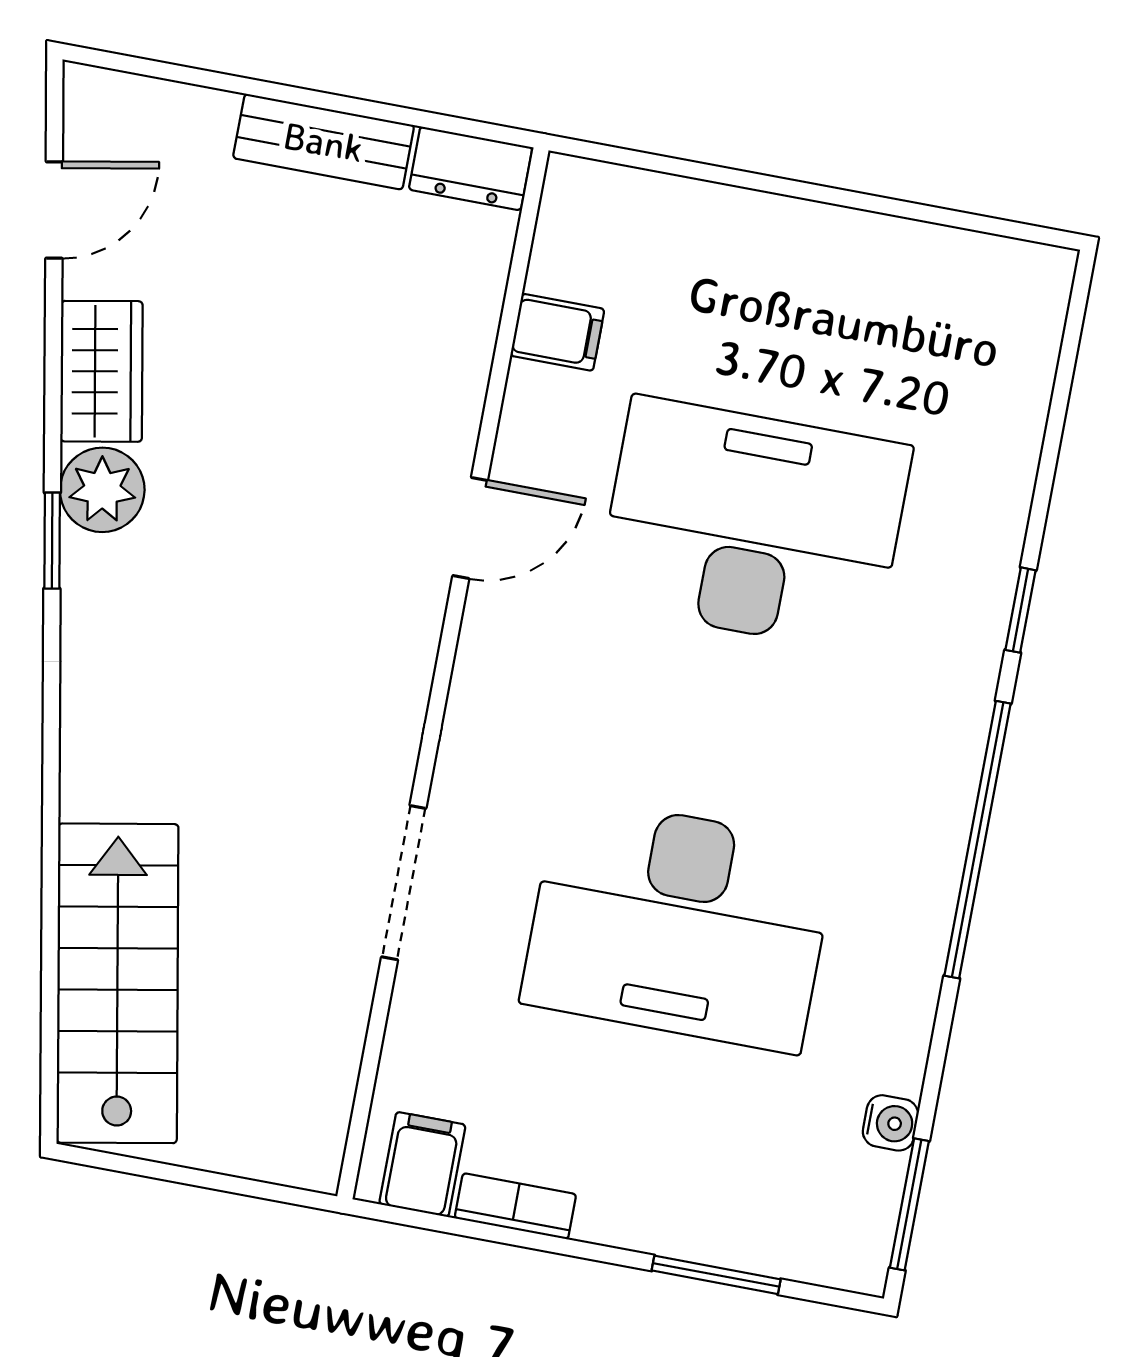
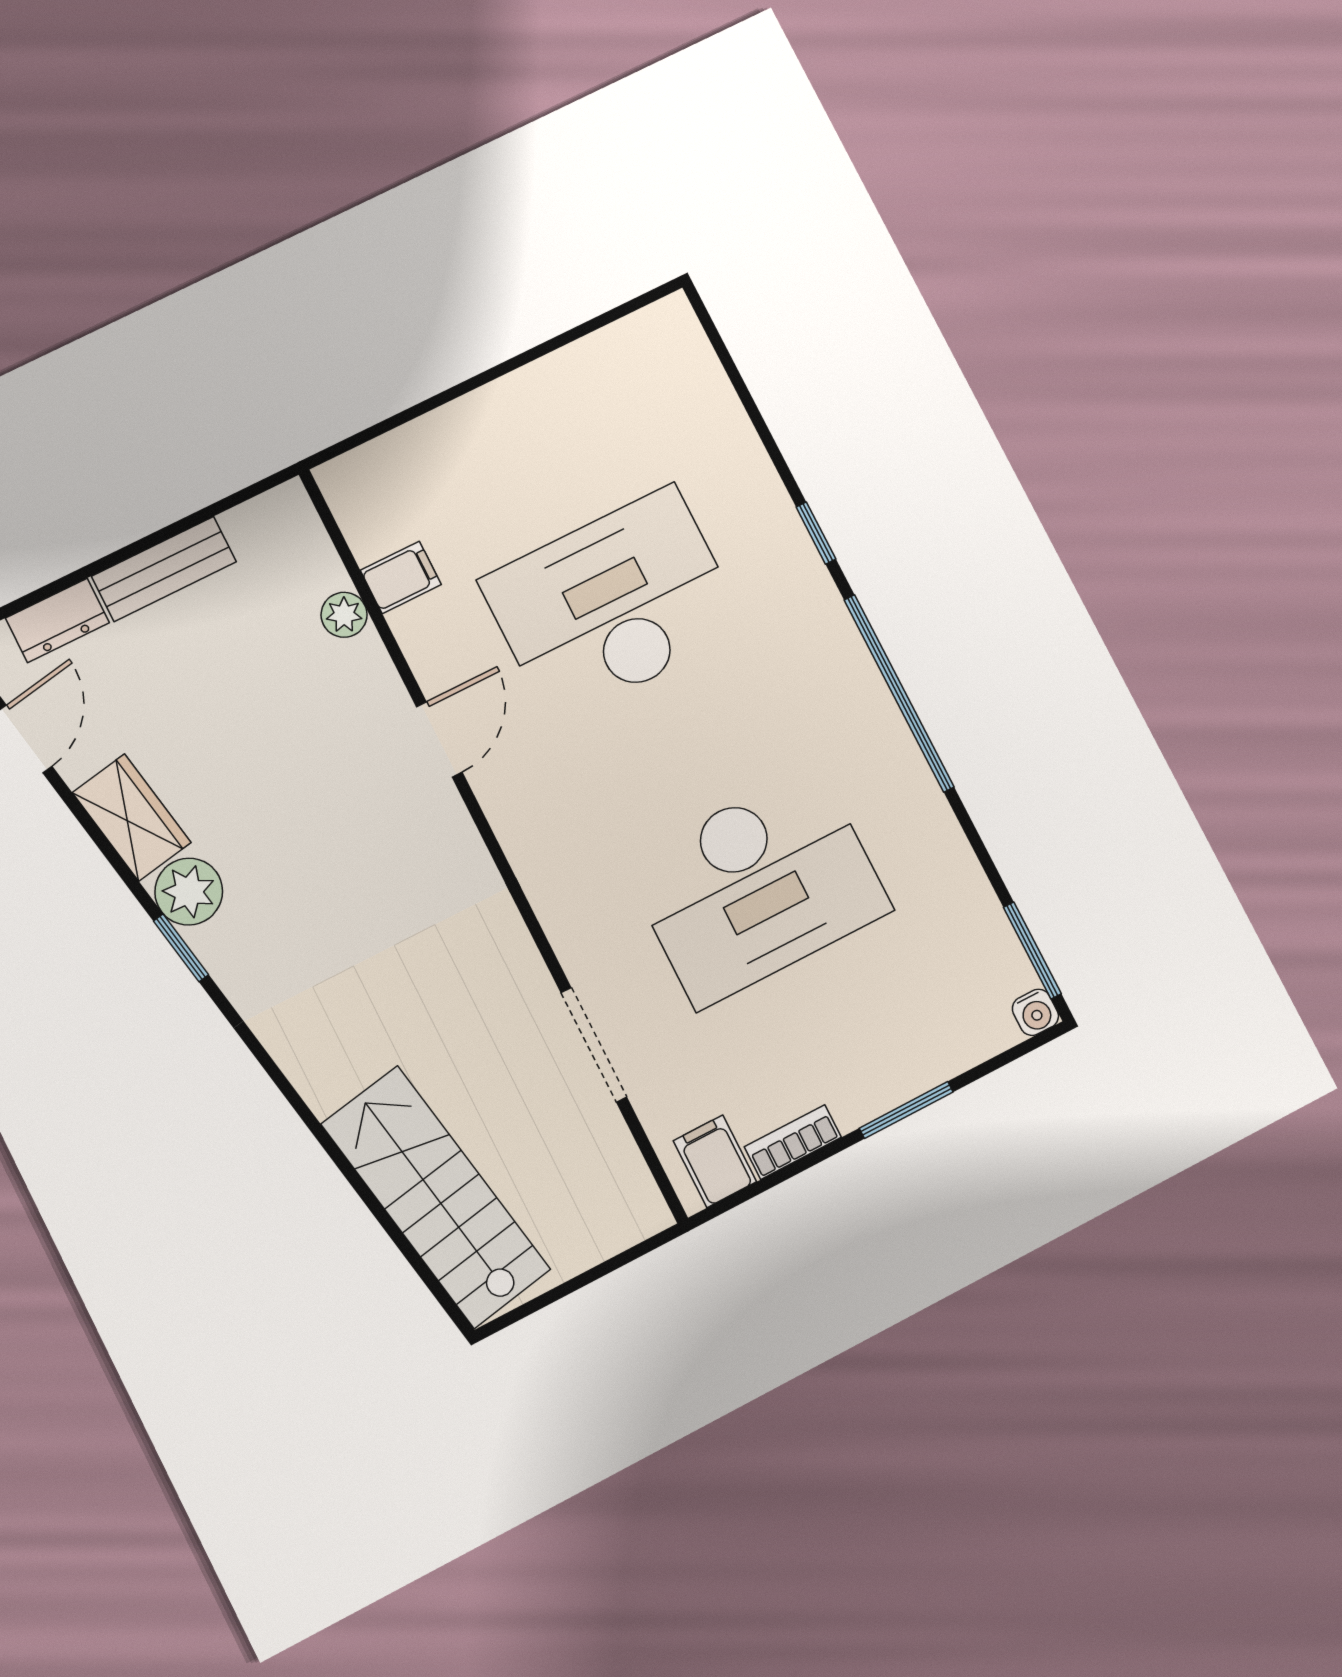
dresser: (471, 168) -> (57, 620), moved
plant: (470, 327) -> (344, 615), added
doorway: (404, 883) -> (594, 1045), moved
water cooler: (891, 1123) -> (1035, 1012), moved, turned 90
window: (716, 1275) -> (906, 1110), moved

